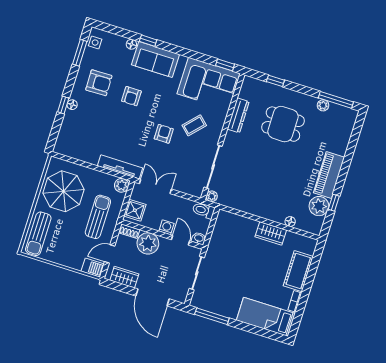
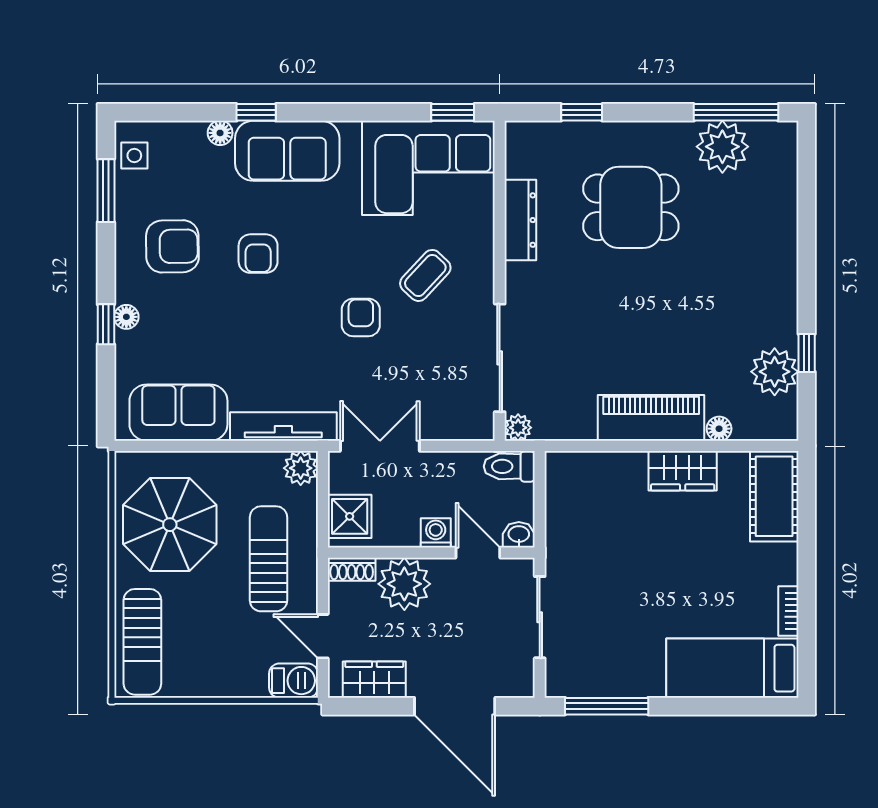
plant: (323, 105) -> (722, 147), width x1.87, depth x1.87
sofa: (81, 149) -> (178, 413), added
piano: (329, 175) -> (651, 418), moved, turned 90
door: (110, 254) -> (323, 636), hinge flipped
cot: (298, 271) -> (774, 496), moved

